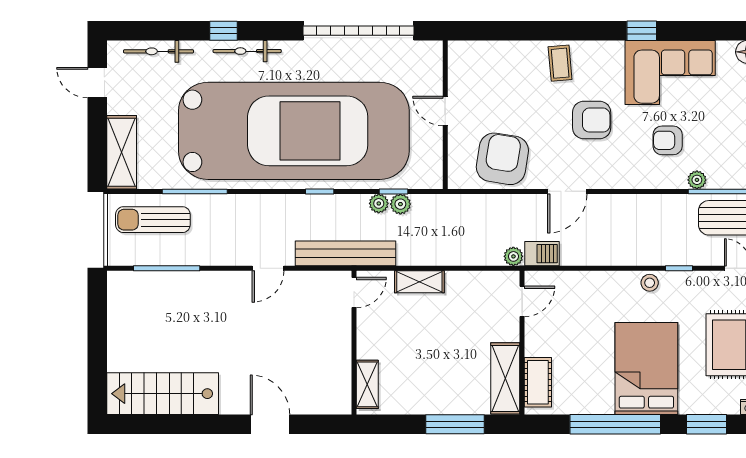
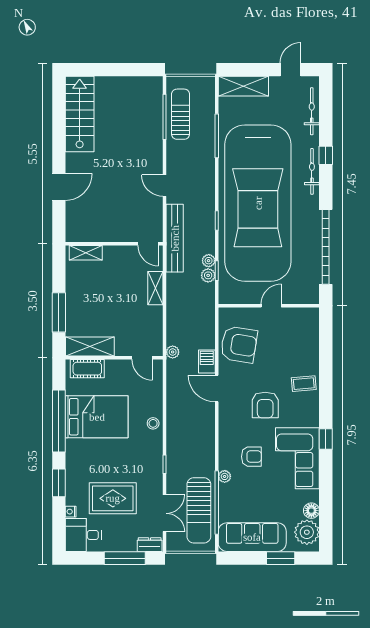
armchair: (668, 140) -> (251, 457), turned 90
sun lounger: (153, 220) -> (181, 114), moved
barbecue: (542, 254) -> (207, 361), moved, turned 180
stool: (650, 283) -> (153, 423), moved
bed: (646, 369) -> (97, 417), moved

